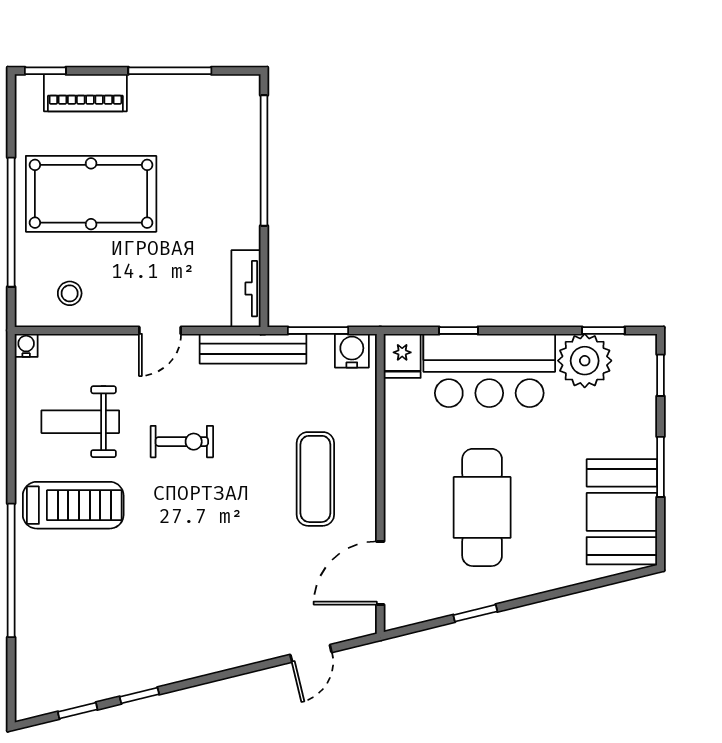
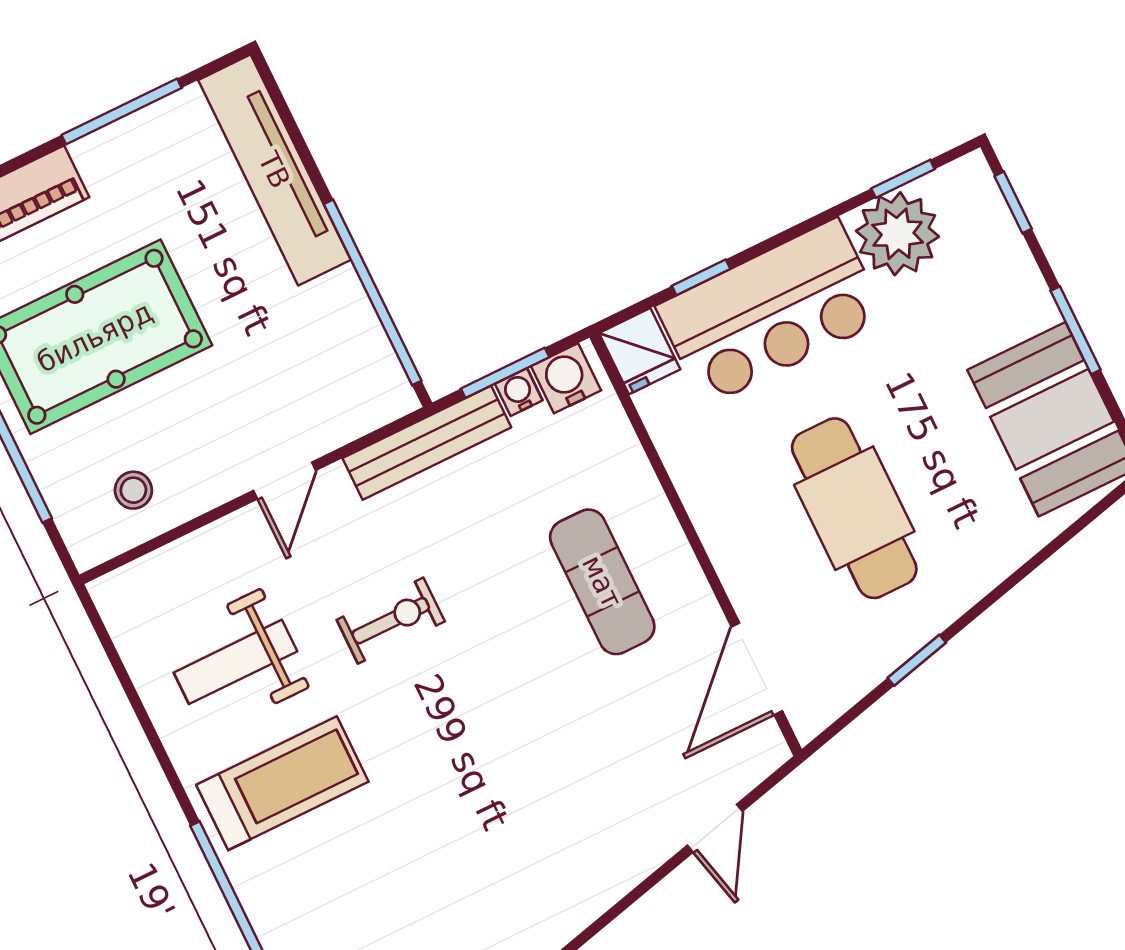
window: (264, 161) -> (373, 292), moved
tv unit: (246, 289) -> (274, 170), moved, width x1.92, depth x1.29
water cooler: (26, 345) -> (519, 392), moved

